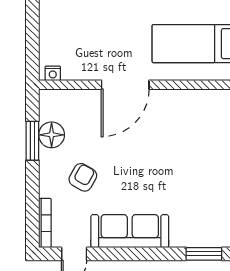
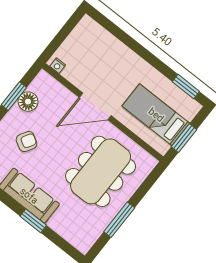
dining table: (184, 147) -> (101, 171), added
window: (204, 254) -> (33, 221), moved

